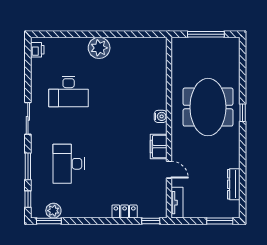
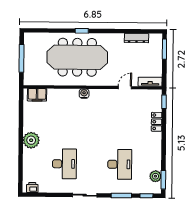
meeting table: (208, 107) -> (77, 57), width x1.36
filing cabinet: (159, 147) -> (37, 95), moved
desk: (69, 164) -> (120, 164), turned -90

